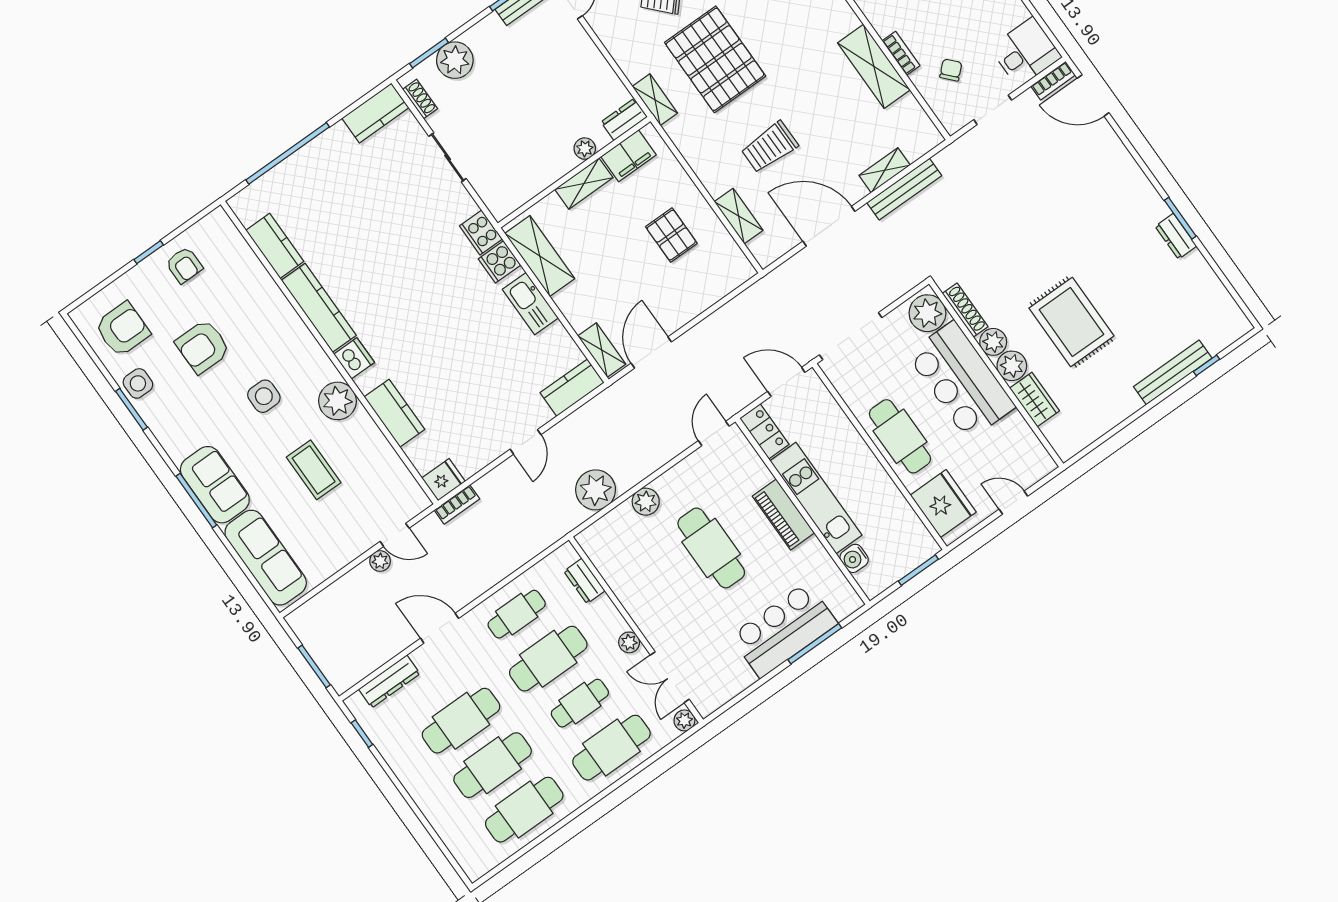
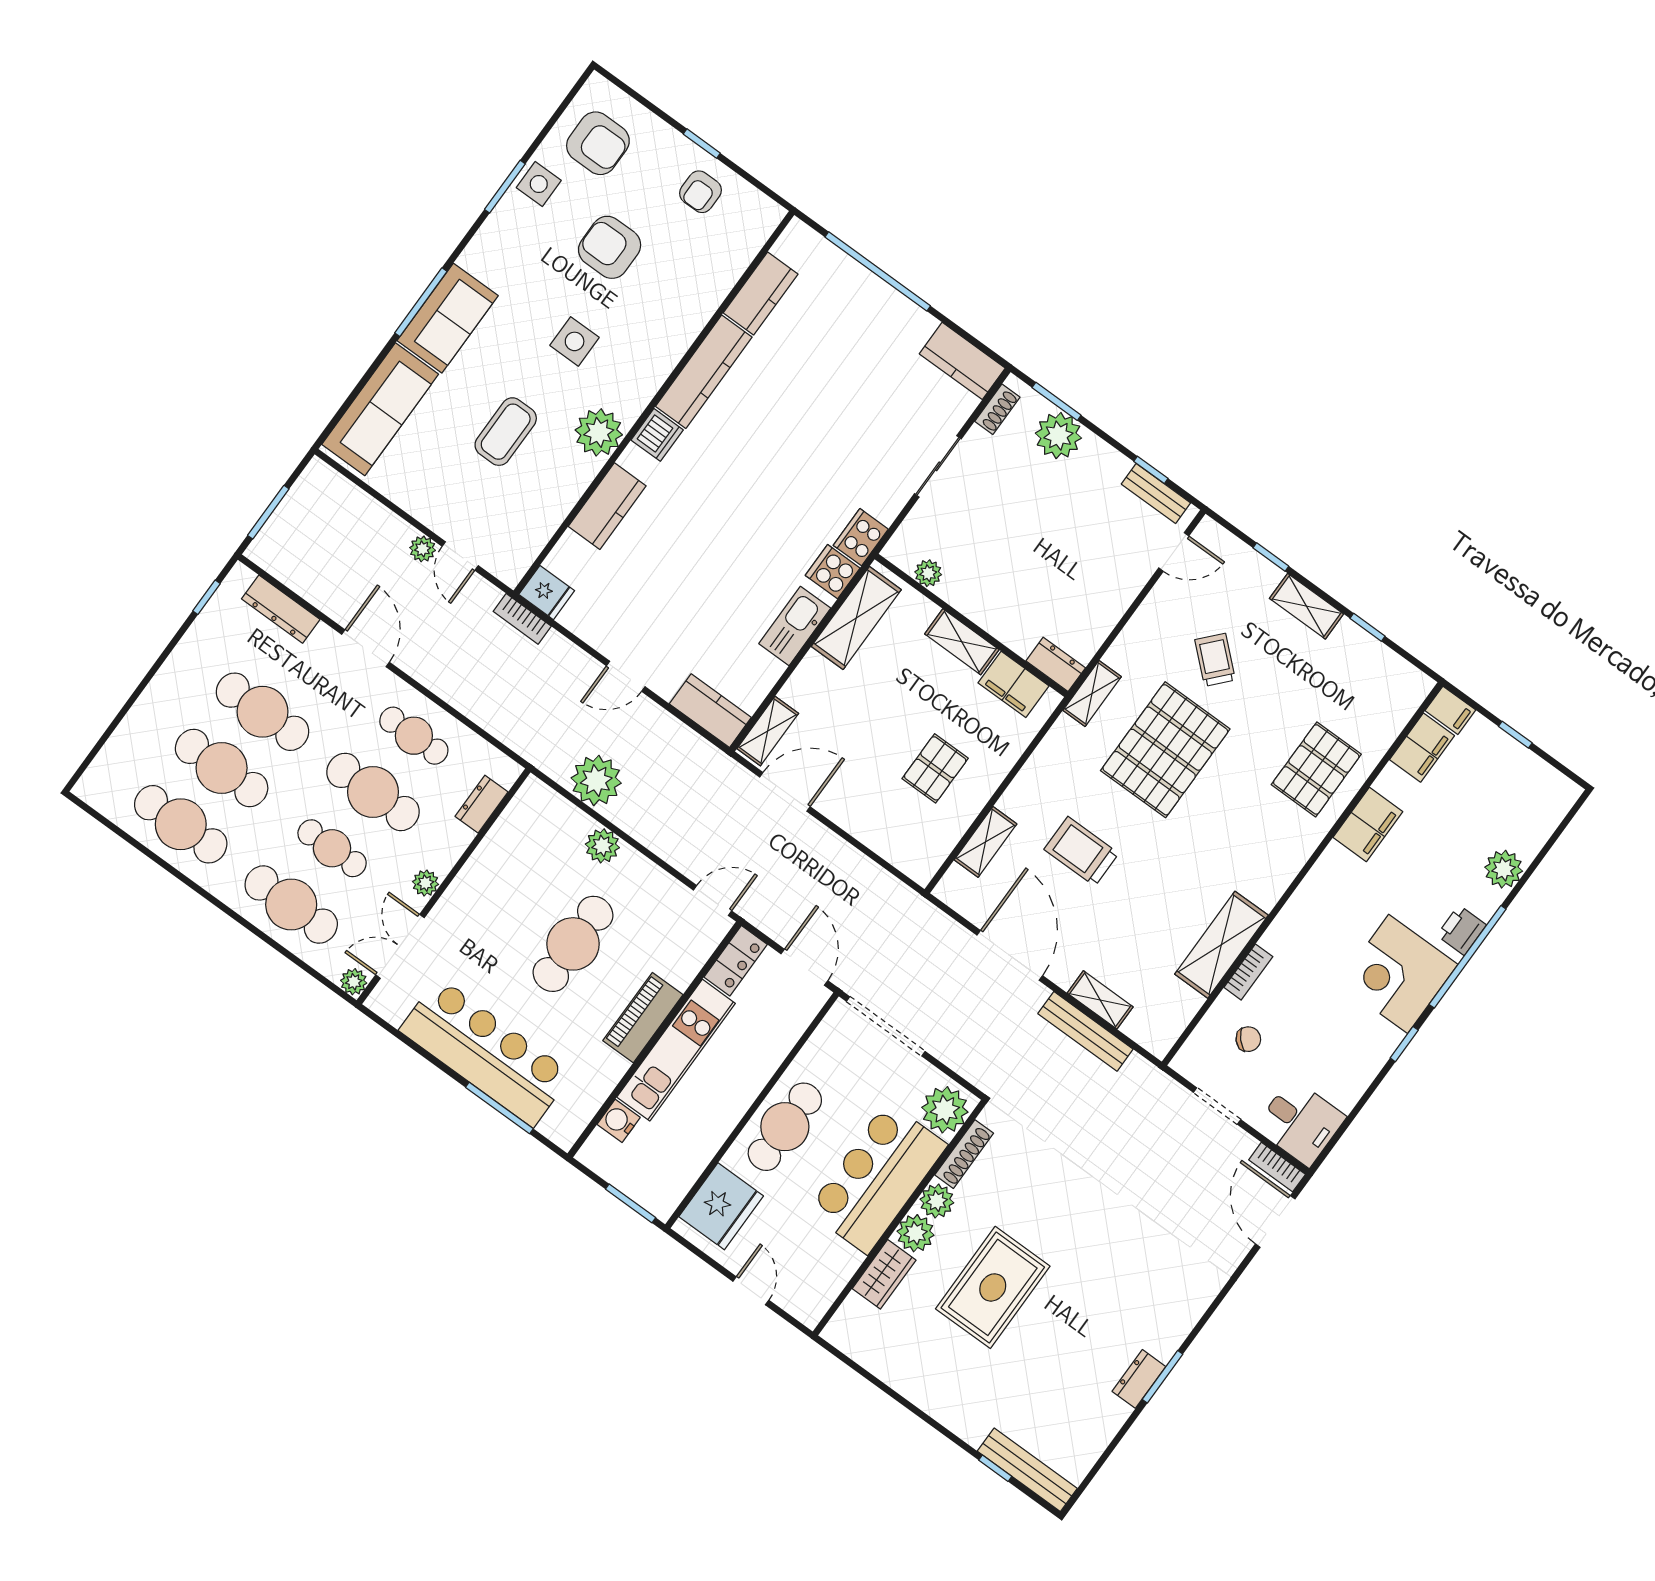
plant: (585, 149) -> (928, 573), moved
bench: (1173, 372) -> (1027, 1470), moved
bar counter: (784, 630) -> (486, 1052), width x1.36

